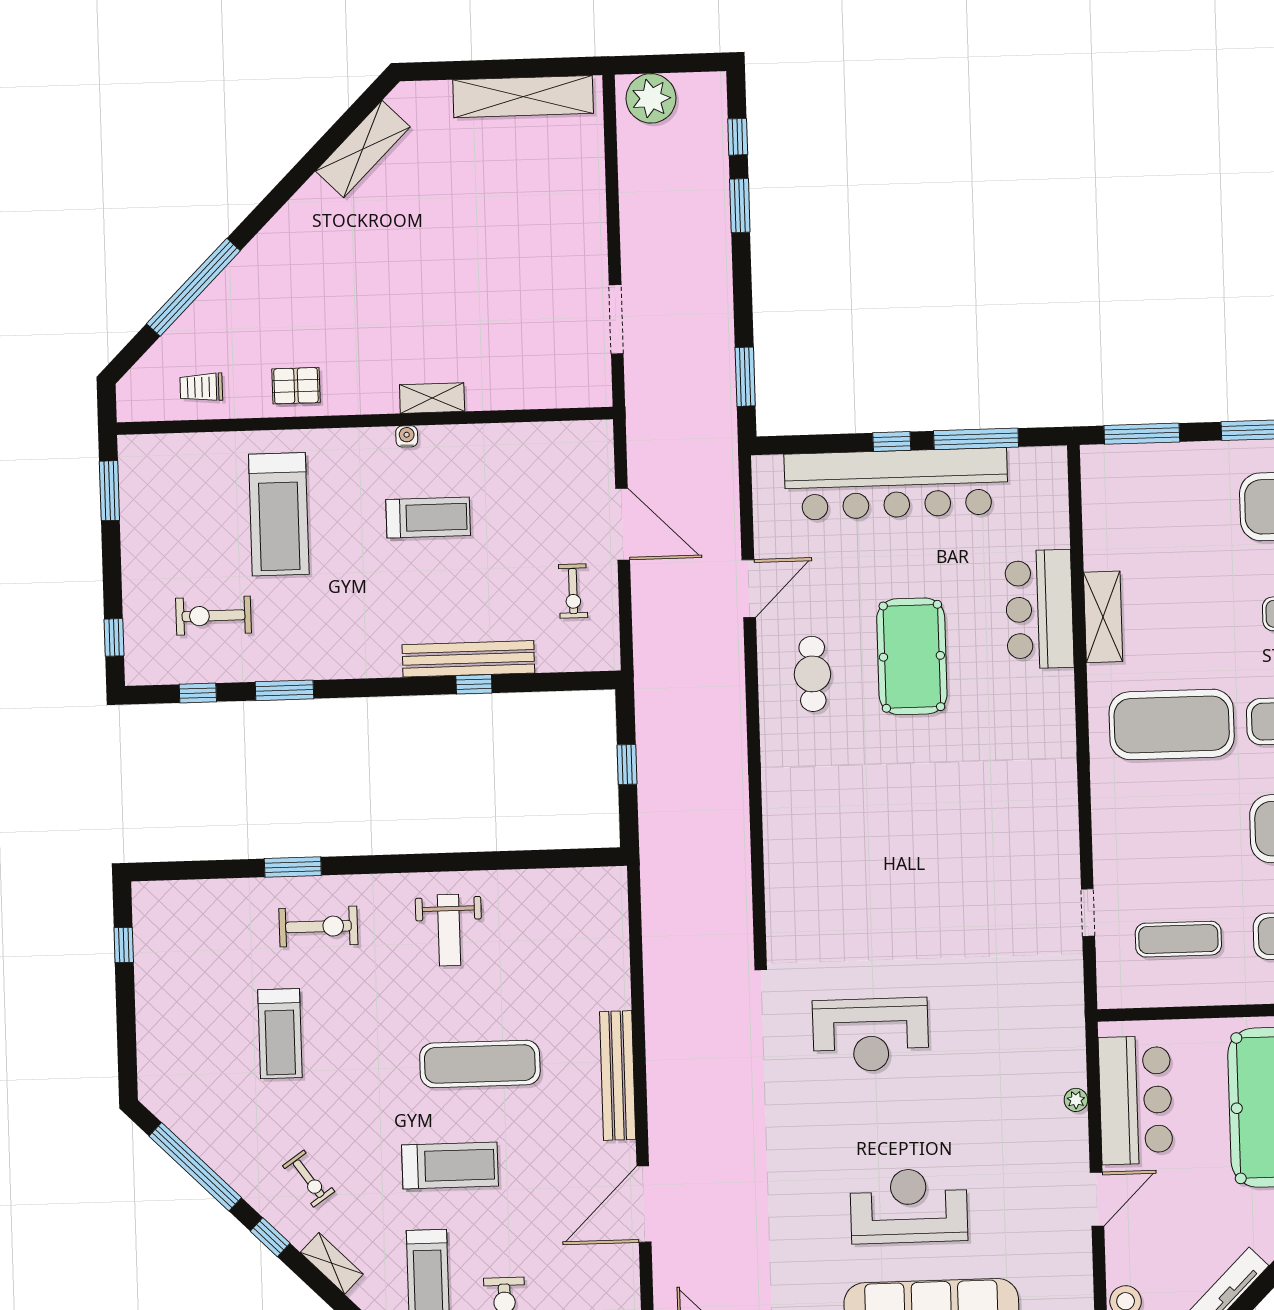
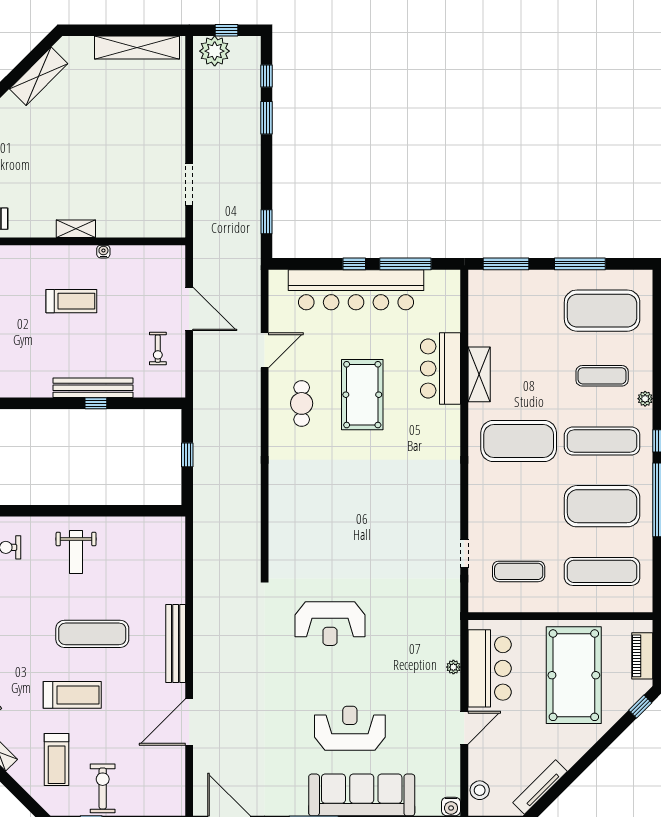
window: (669, 64) -> (226, 30), added
window: (745, 377) -> (266, 222), width x0.67
water cooler: (407, 436) -> (103, 252), moved

